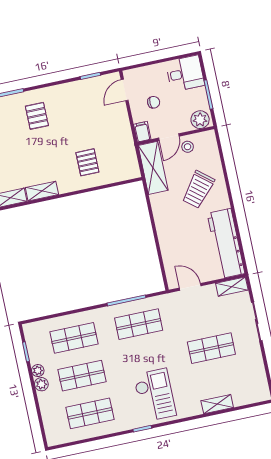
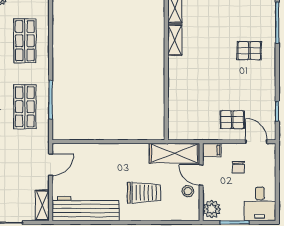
pallet: (87, 162) -> (232, 120), moved
trolley: (198, 190) -> (144, 193), turned 141

